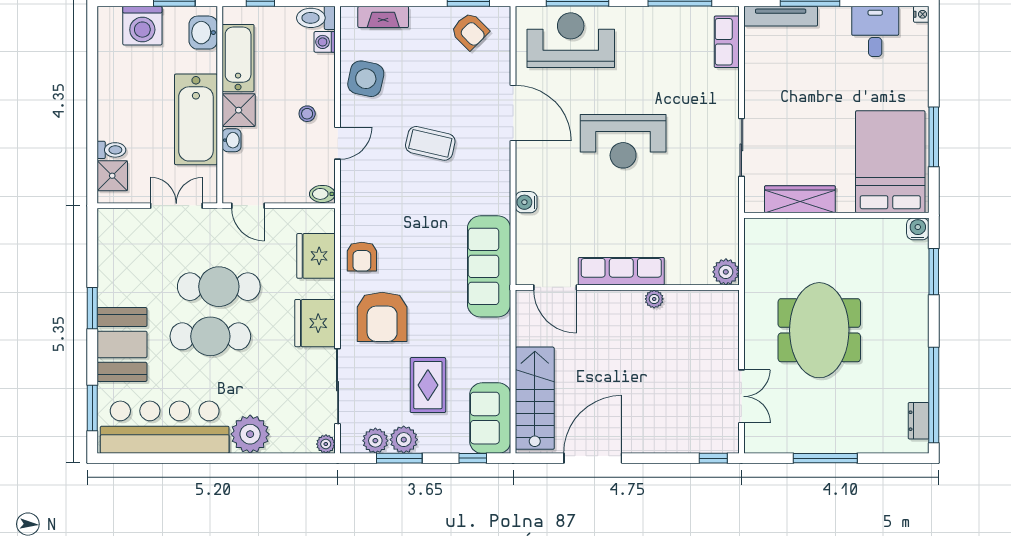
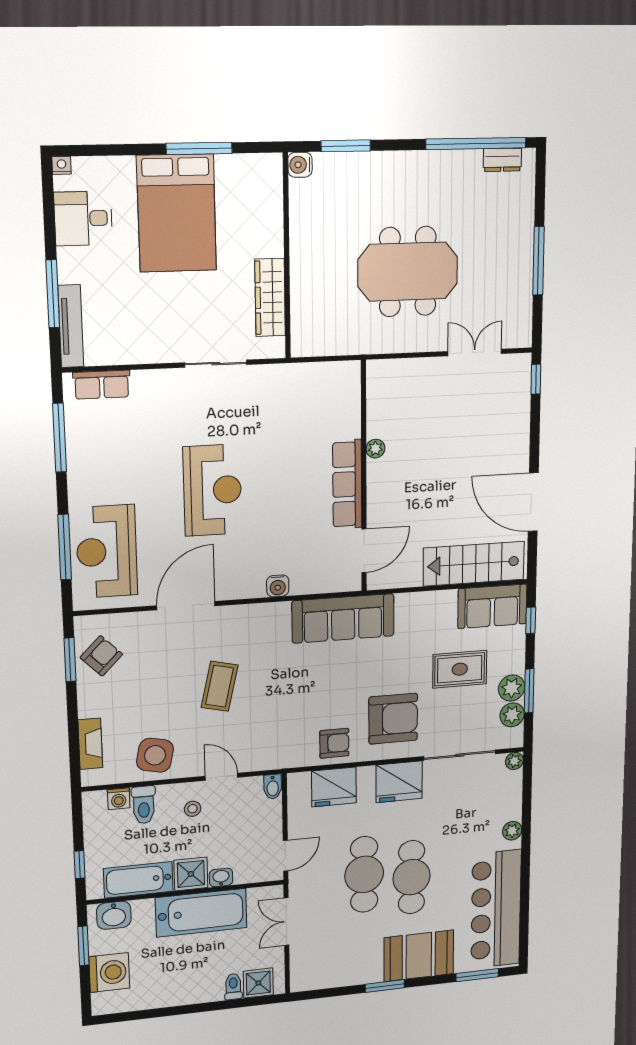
toilet: (316, 18) -> (144, 805), moved
bed: (890, 162) -> (177, 213), moved, turned -90
plant: (726, 272) -> (347, 375), removed
plant: (250, 434) -> (512, 831), width x0.53, depth x0.53

